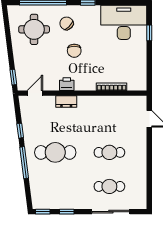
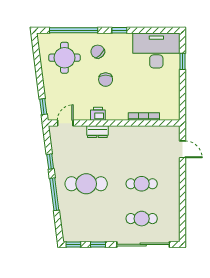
sliding door: (111, 212) -> (143, 244), width x1.36

